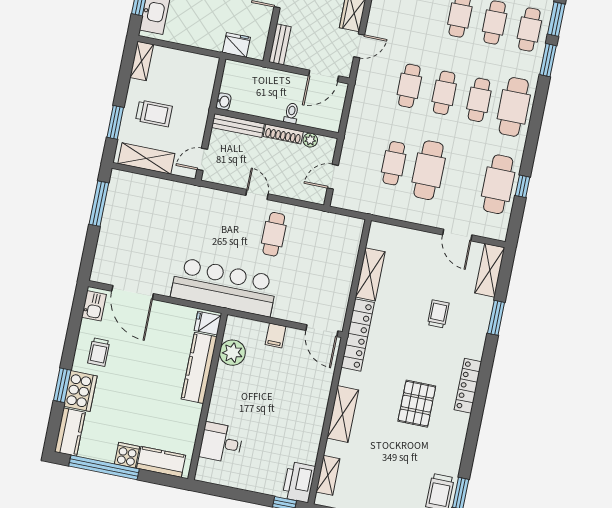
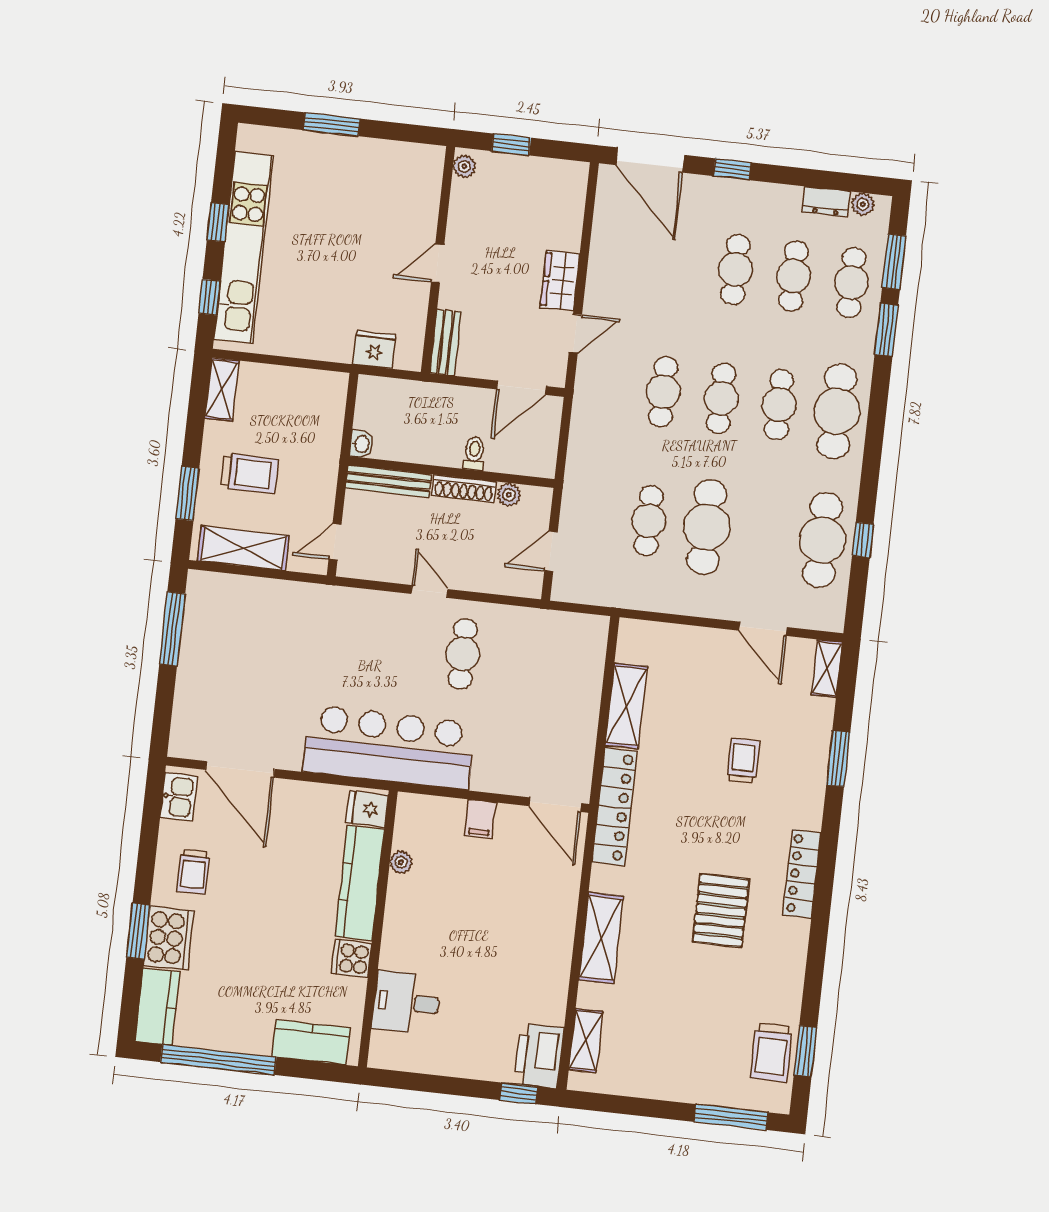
shelving: (490, 270) -> (827, 669), width x0.67, depth x0.75
plant: (232, 353) -> (401, 862), width x0.53, depth x0.53
cooker: (127, 455) -> (352, 959), moved, turned -90

